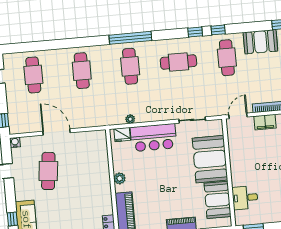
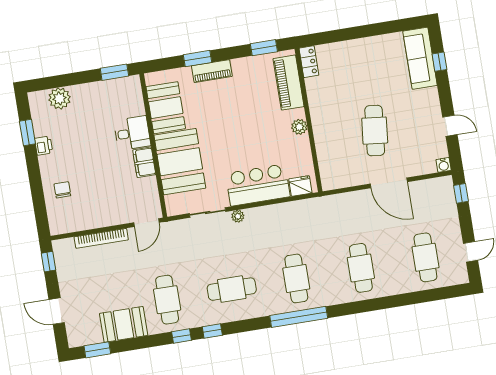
plant: (130, 119) -> (238, 216), moved
filing cabinet: (265, 122) -> (144, 162), moved, turned -90
cafe table: (48, 171) -> (375, 131), moved
desk: (245, 198) -> (132, 133), moved

